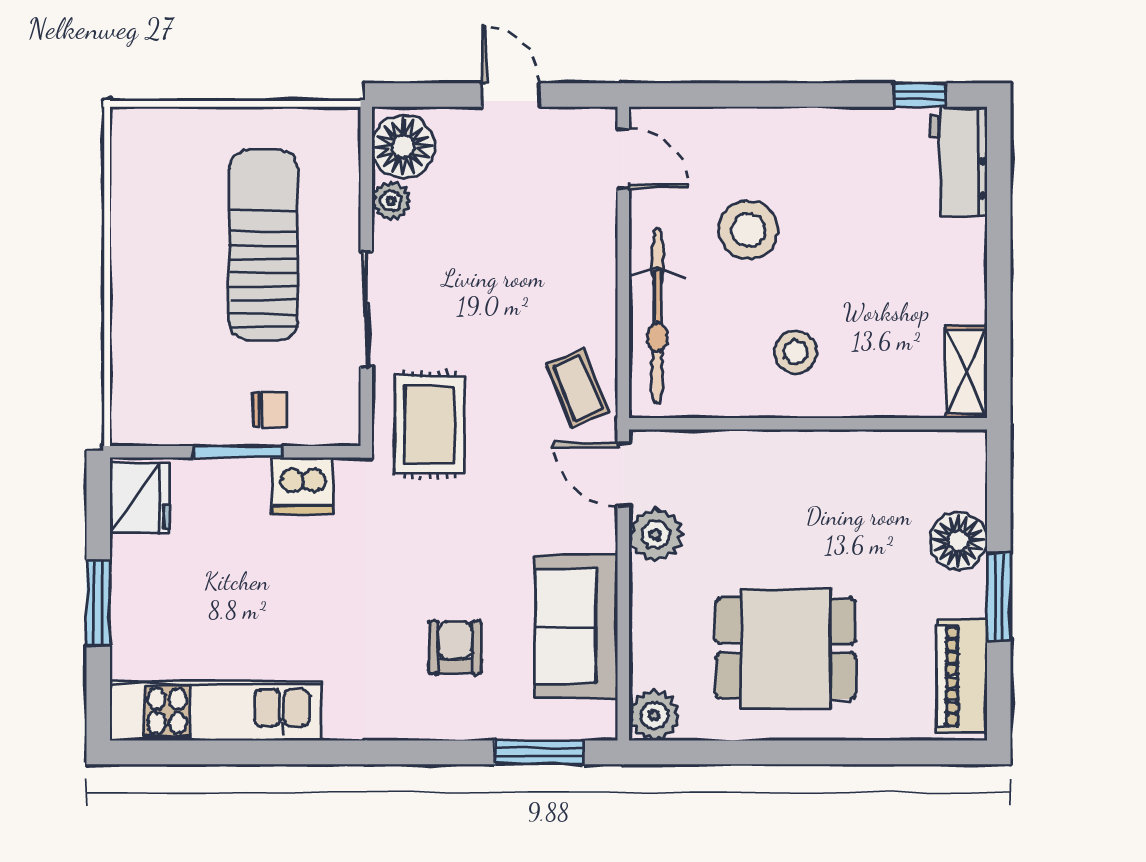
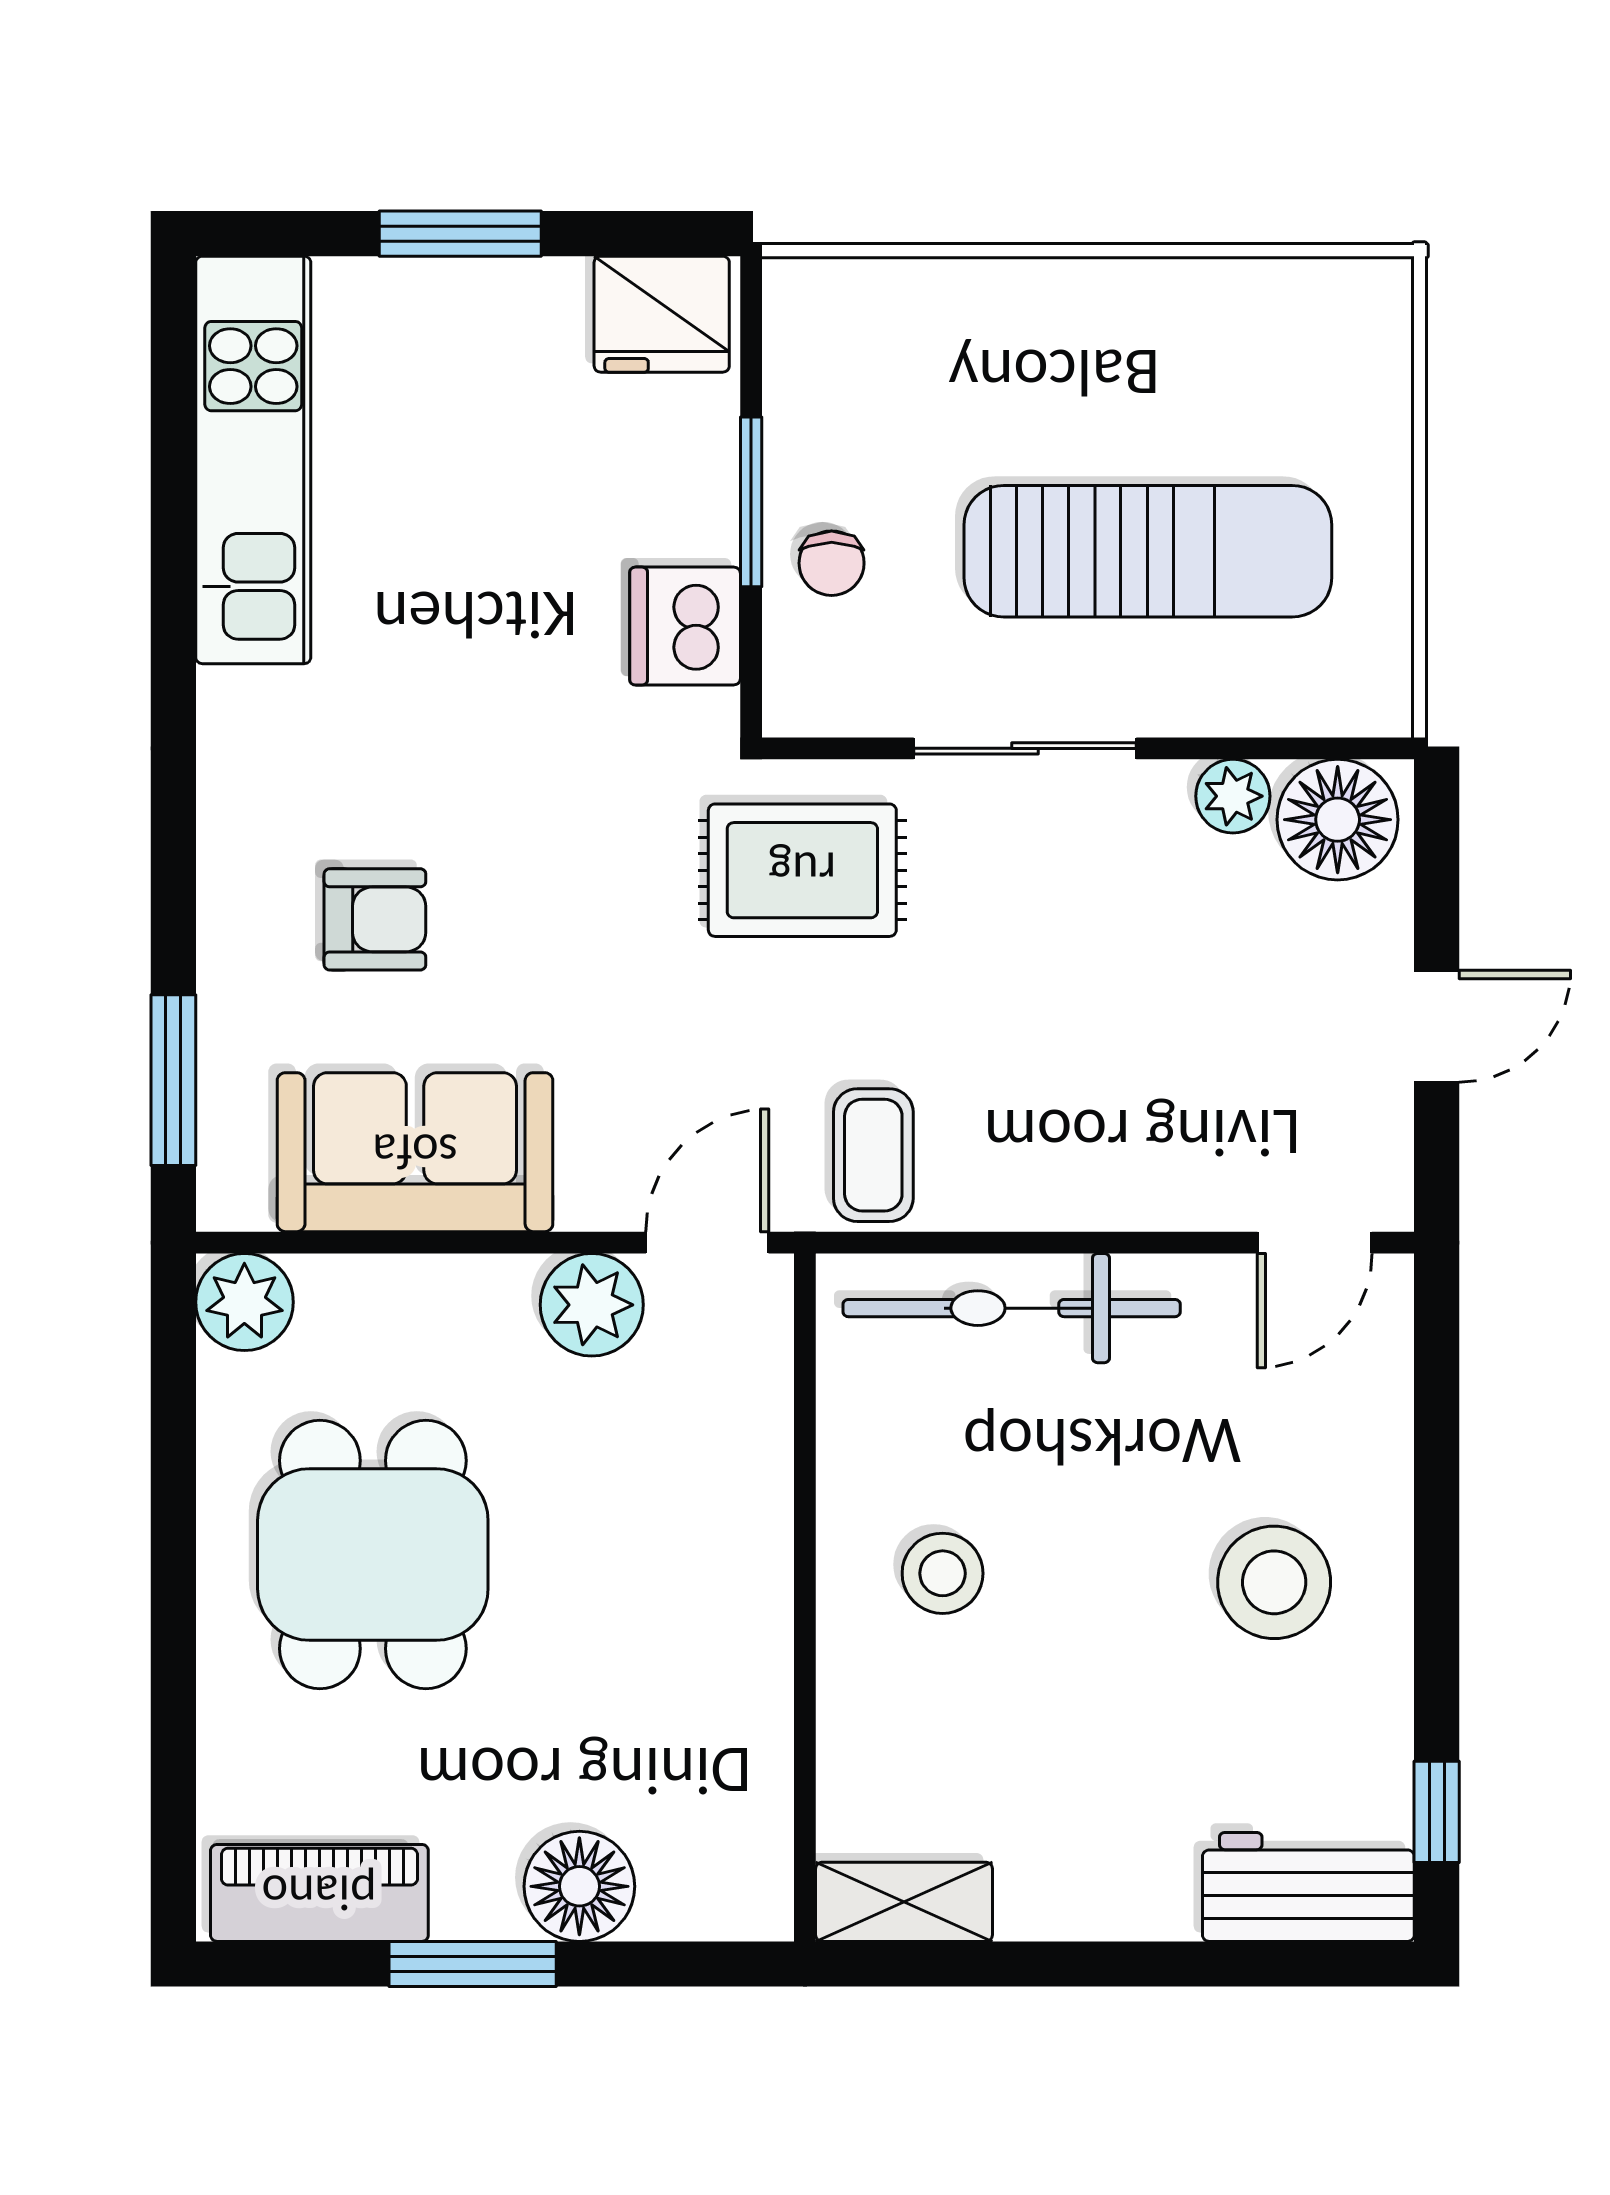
stool: (748, 230) -> (1274, 1582), moved
coffee table: (578, 388) -> (873, 1155), turned -68

